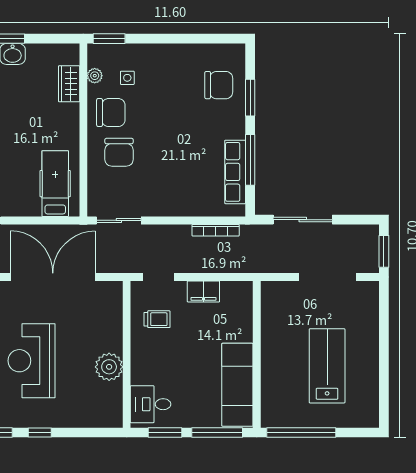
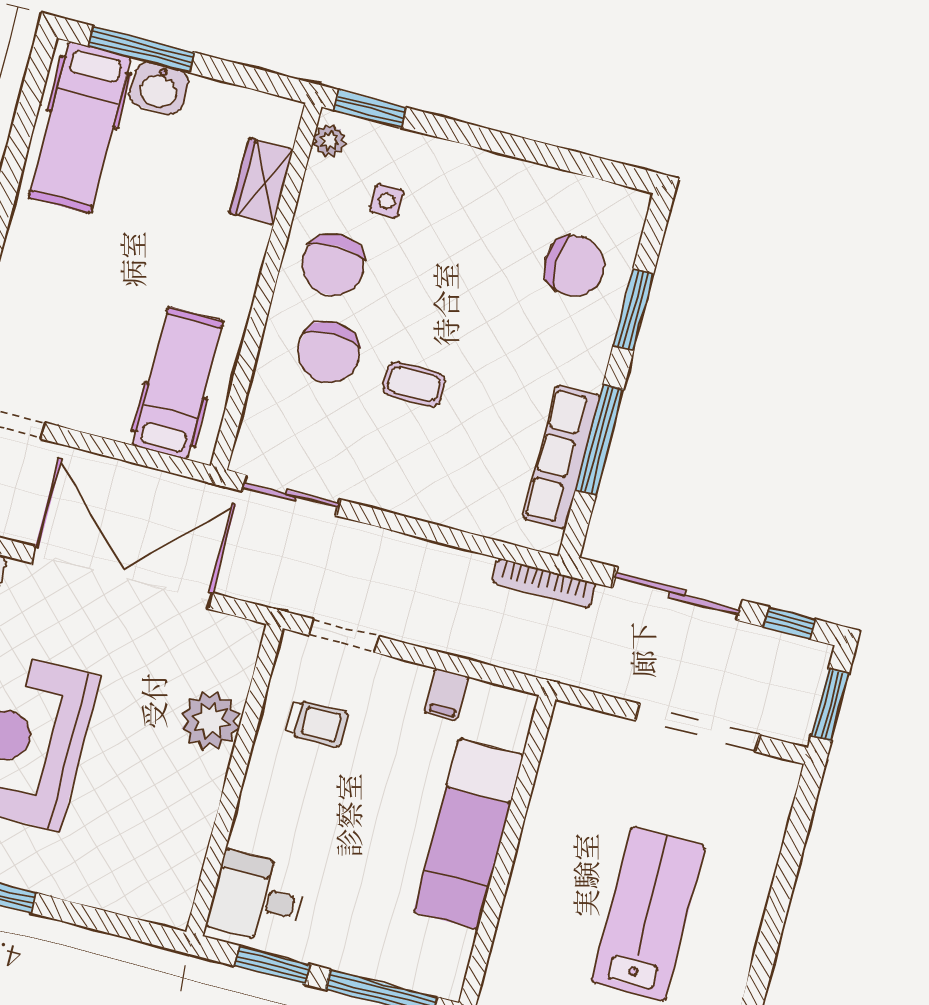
plant: (95, 76) -> (329, 141), moved
chair: (111, 113) -> (333, 265), turned 90
coffee table: (161, 157) -> (414, 384), added
window: (356, 220) -> (789, 623), added
bookcase: (216, 230) -> (544, 583), moved
filing cabinet: (203, 291) -> (446, 695), width x0.50
plant: (109, 367) -> (210, 721), moved
exam couch: (237, 385) -> (468, 834), moved

